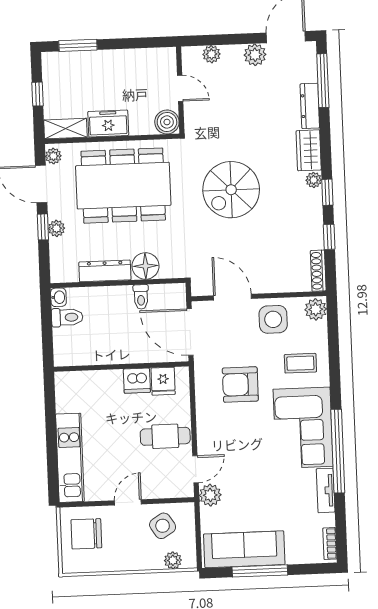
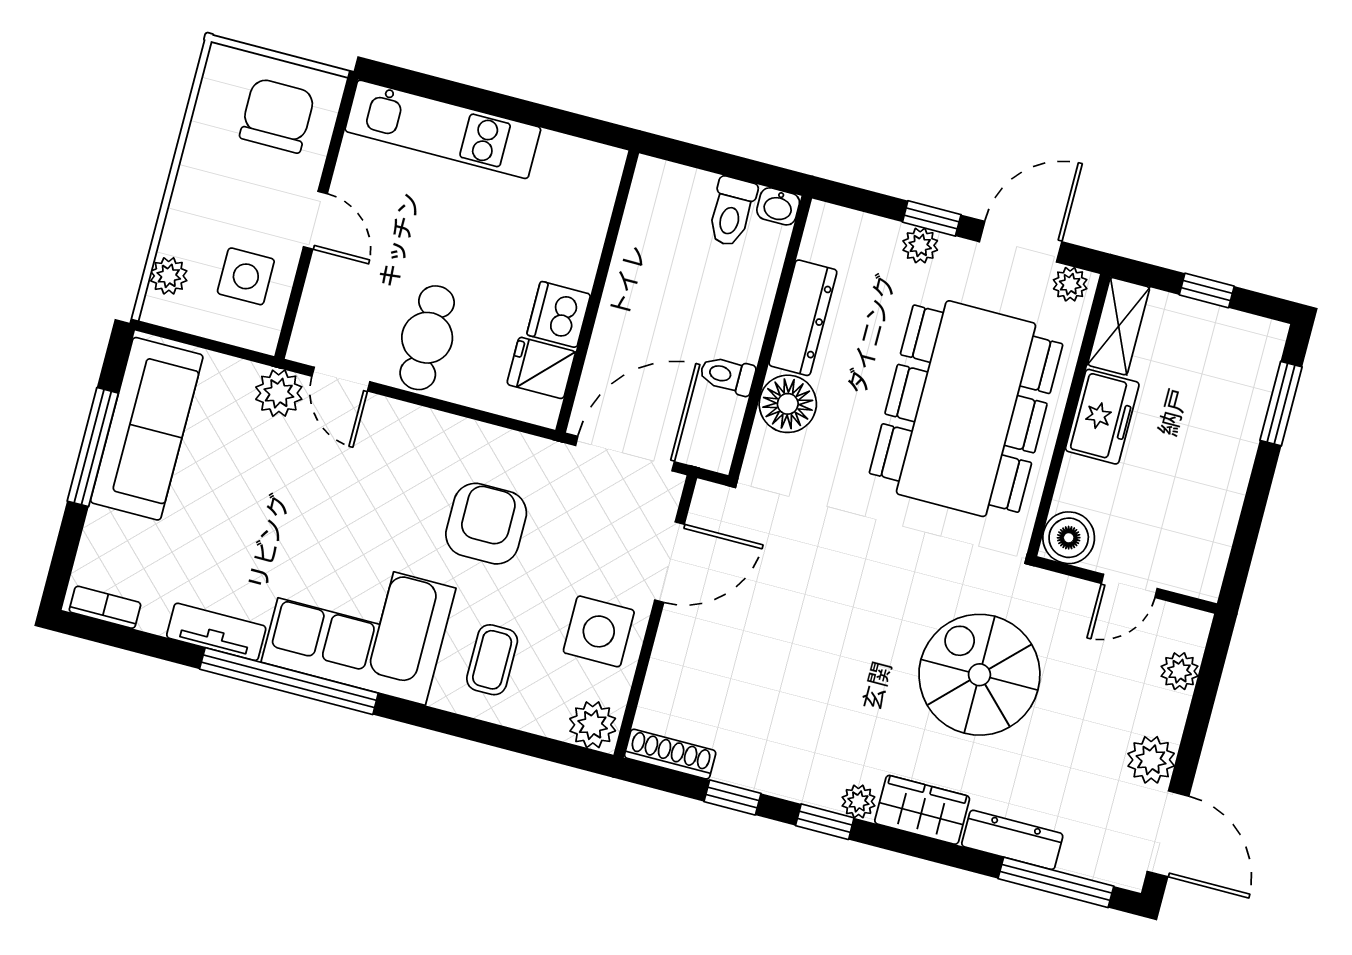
spiral stairs: (231, 190) -> (979, 675), moved
side table: (163, 526) -> (246, 276), turned 32

